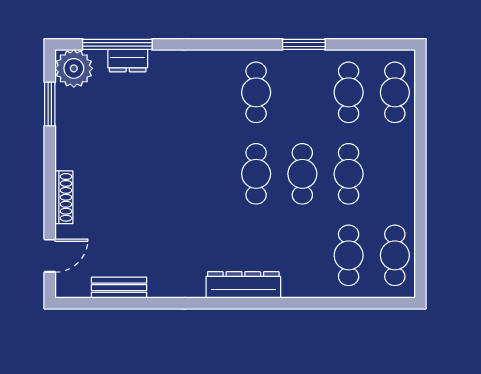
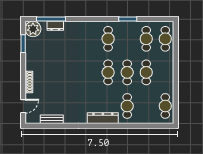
cafe table: (349, 255) -> (127, 106), moved

